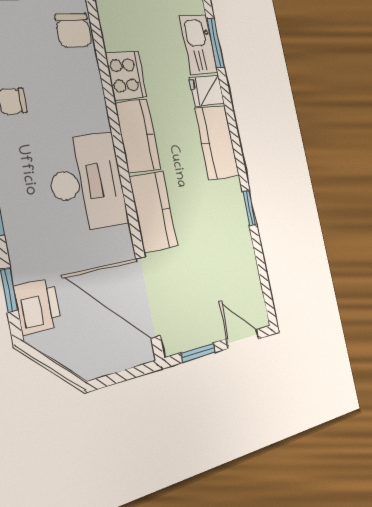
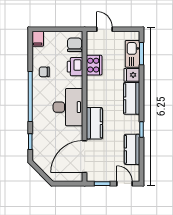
chair: (74, 30) -> (75, 45), turned 180
kitchen counter: (138, 136) -> (132, 149), moved, turned 180
door: (148, 297) -> (85, 157), hinge flipped
printer: (38, 306) -> (75, 67), moved, turned 180

